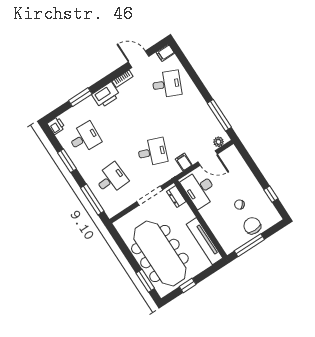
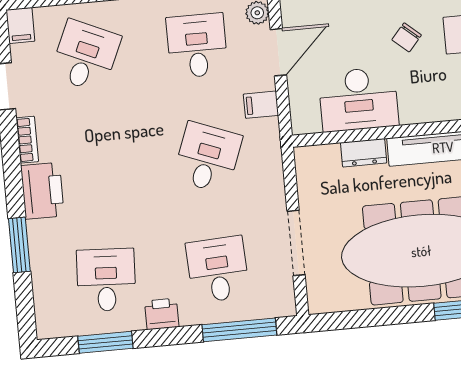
desk: (194, 125) -> (197, 46), added
printer: (56, 126) -> (162, 314), moved
window: (67, 161) -> (105, 342), moved
desk: (199, 189) -> (358, 99), moved
doorway: (150, 196) -> (296, 243), moved
dresser: (176, 196) -> (364, 153), moved

